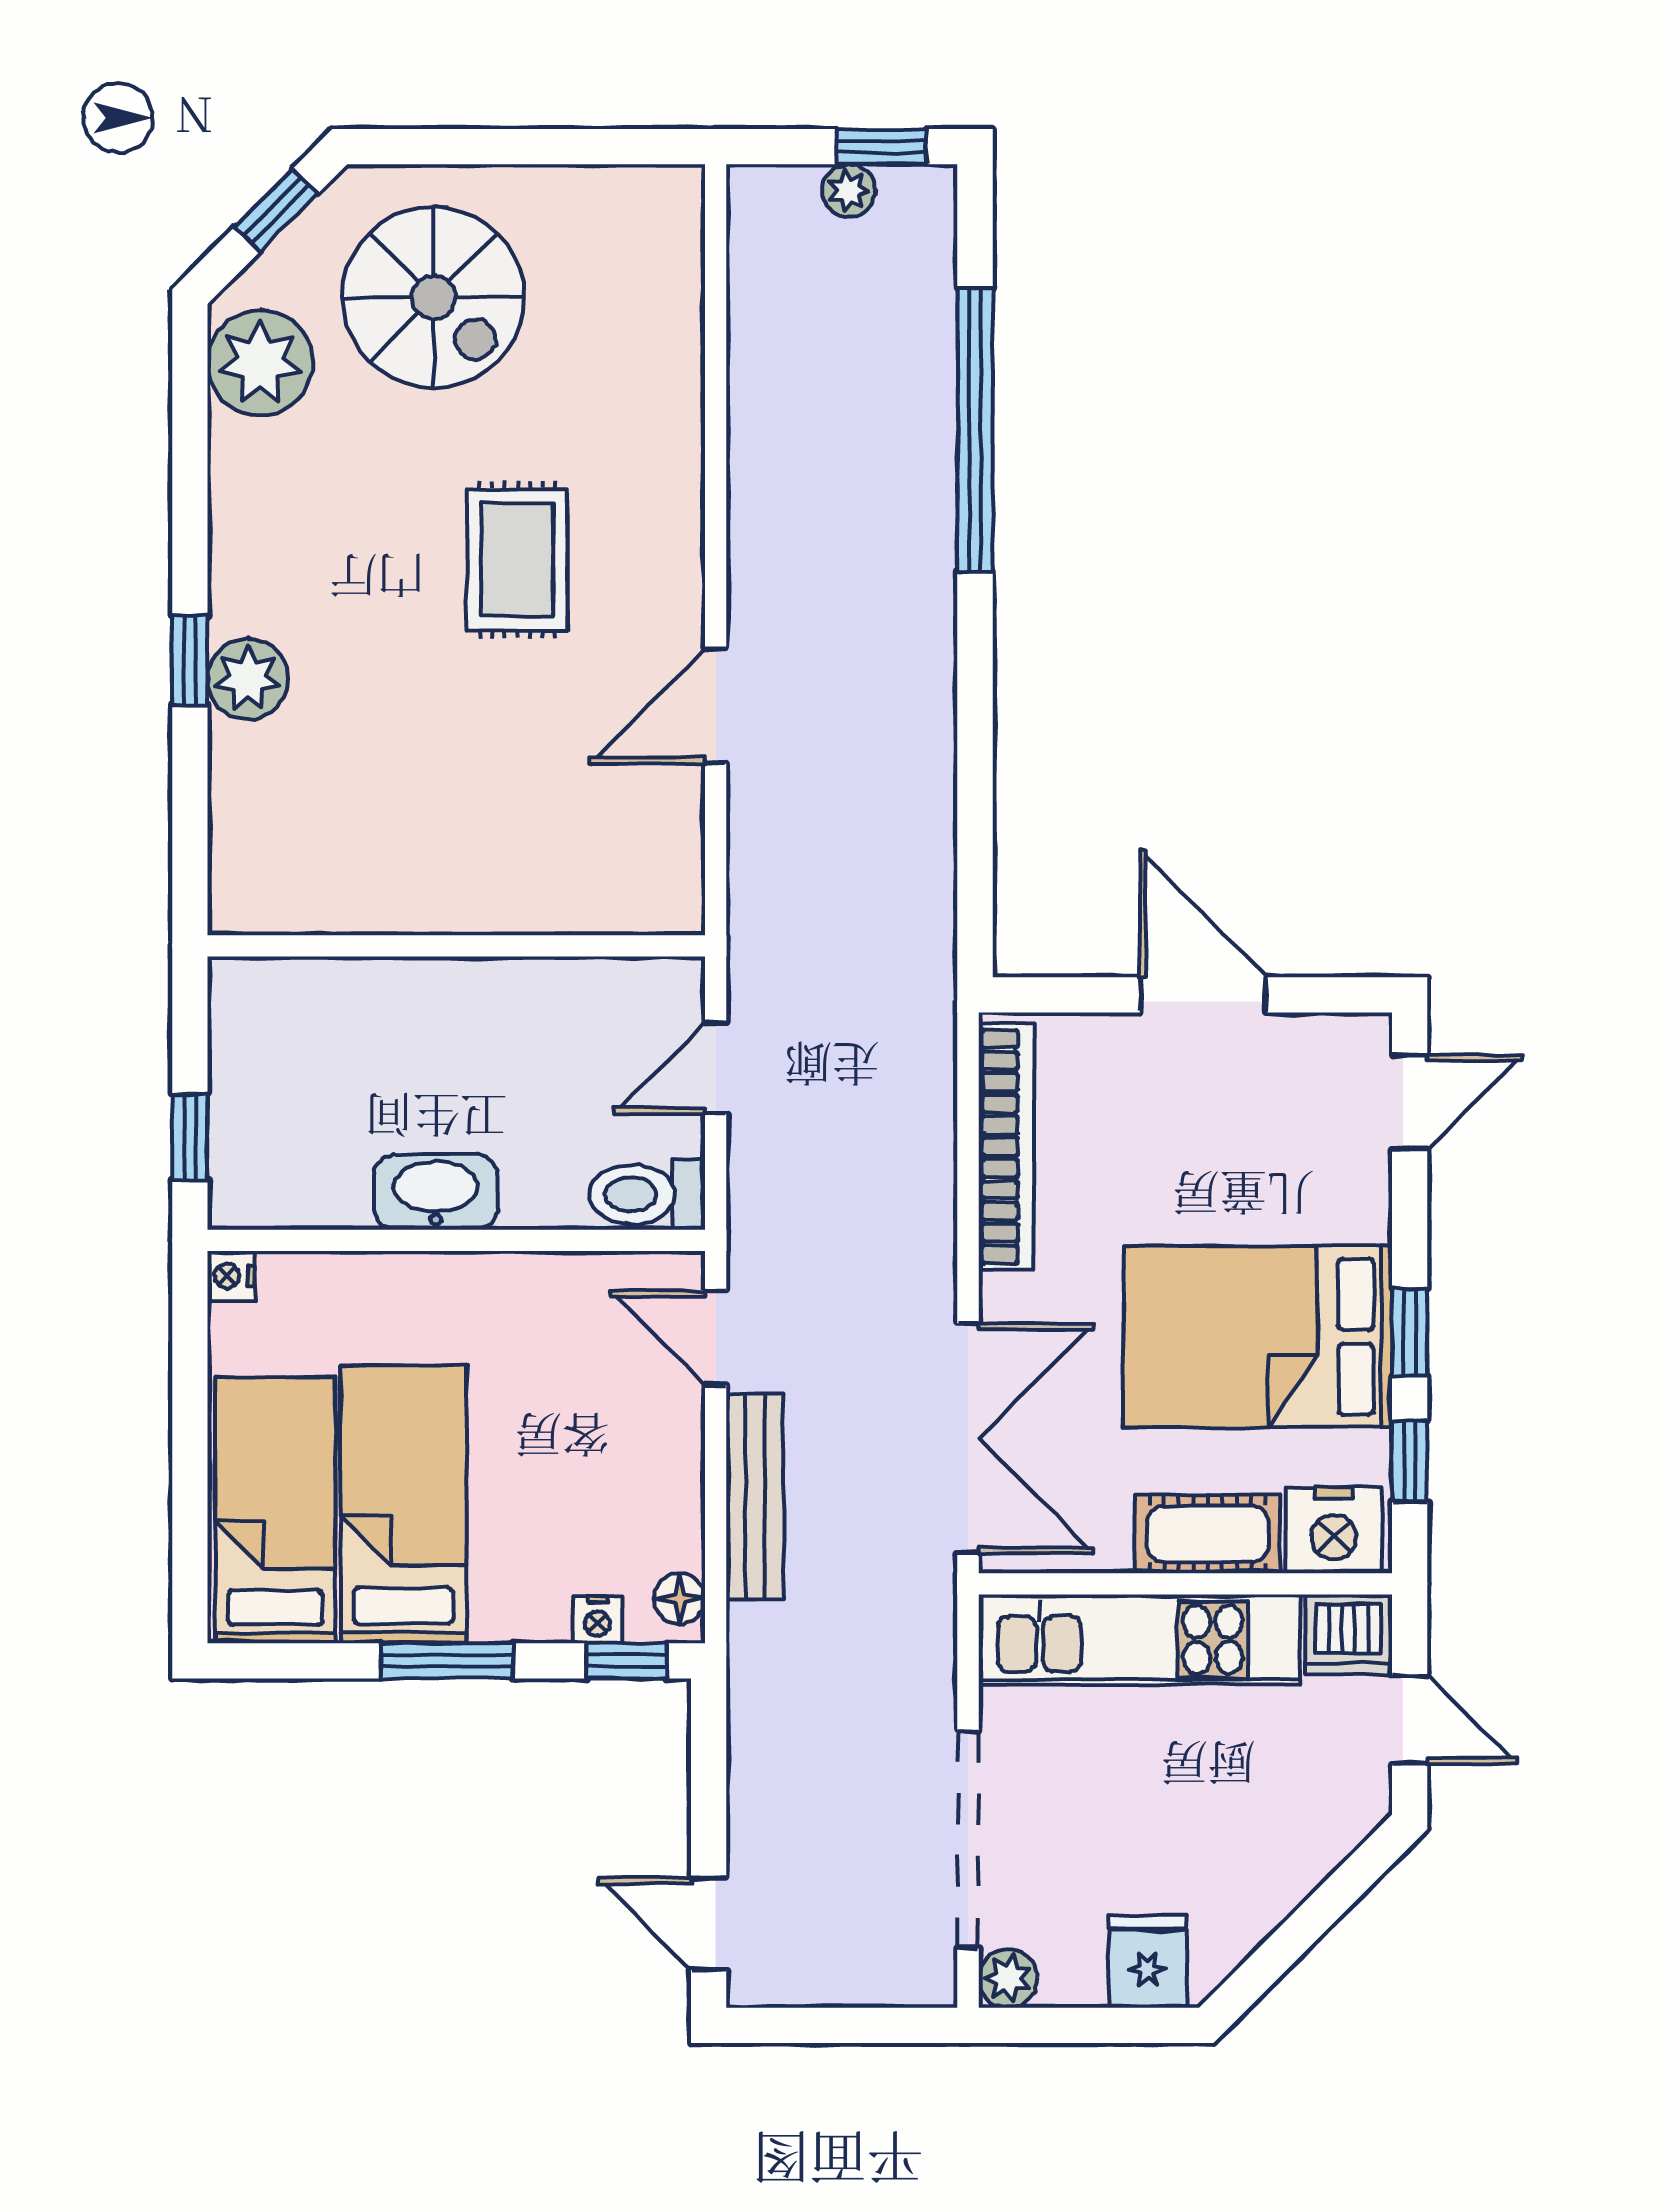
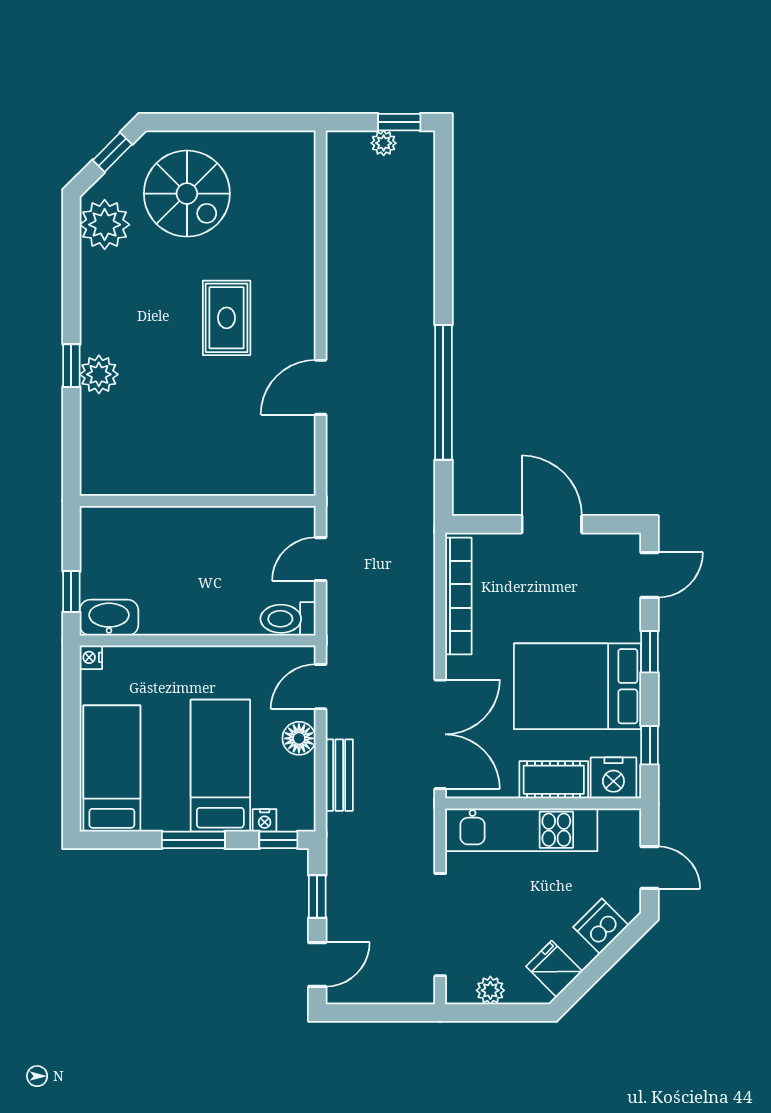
window: (975, 430) -> (443, 392), moved
washbasin: (436, 1192) -> (109, 618), moved
window: (1410, 1333) -> (650, 652), moved
door: (716, 1338) -> (321, 687), hinge flipped
bench: (755, 1497) -> (339, 775), width x0.73
bed: (403, 1504) -> (220, 766), moved
floor lamp: (680, 1599) -> (299, 738), moved, width x1.37, depth x1.37
dishwasher: (1348, 1634) -> (601, 926), moved, turned 135
window: (709, 1780) -> (317, 896), added
door: (709, 1924) -> (317, 965), swing flipped
fridge: (1147, 1962) -> (554, 969), moved, turned -45
plant: (1008, 1978) -> (490, 990), moved

